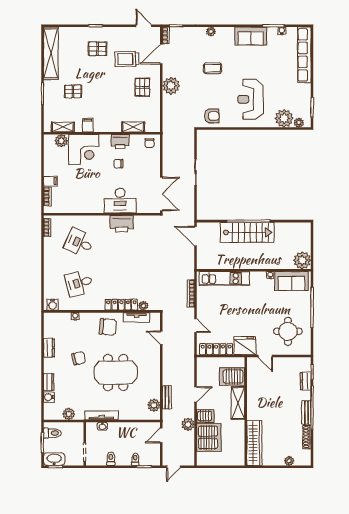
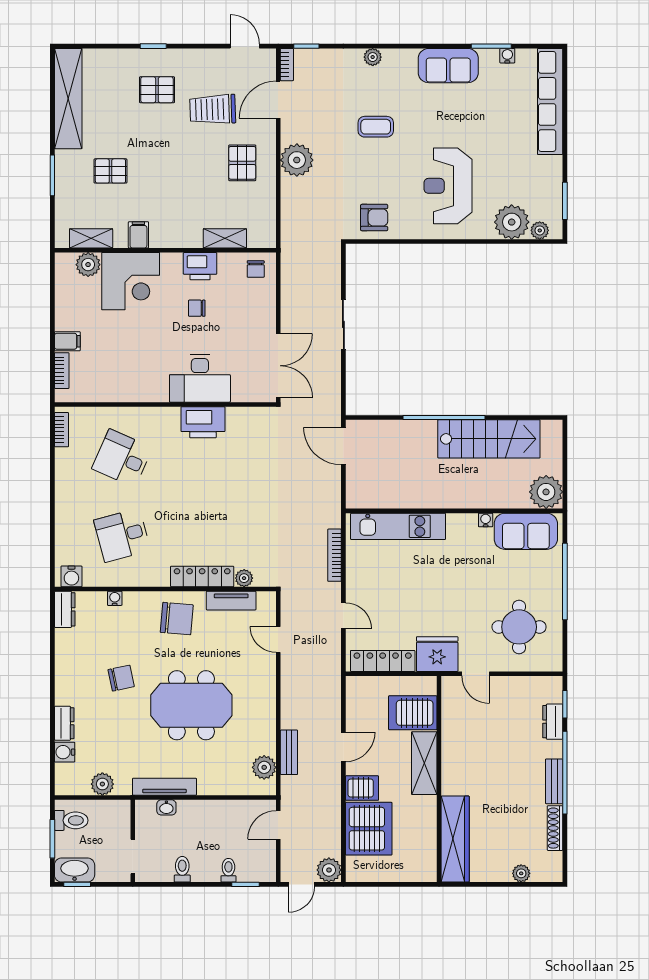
stairs: (247, 232) -> (489, 439), moved
dresser: (49, 348) -> (65, 609), moved
plant: (188, 424) -> (329, 870), moved

